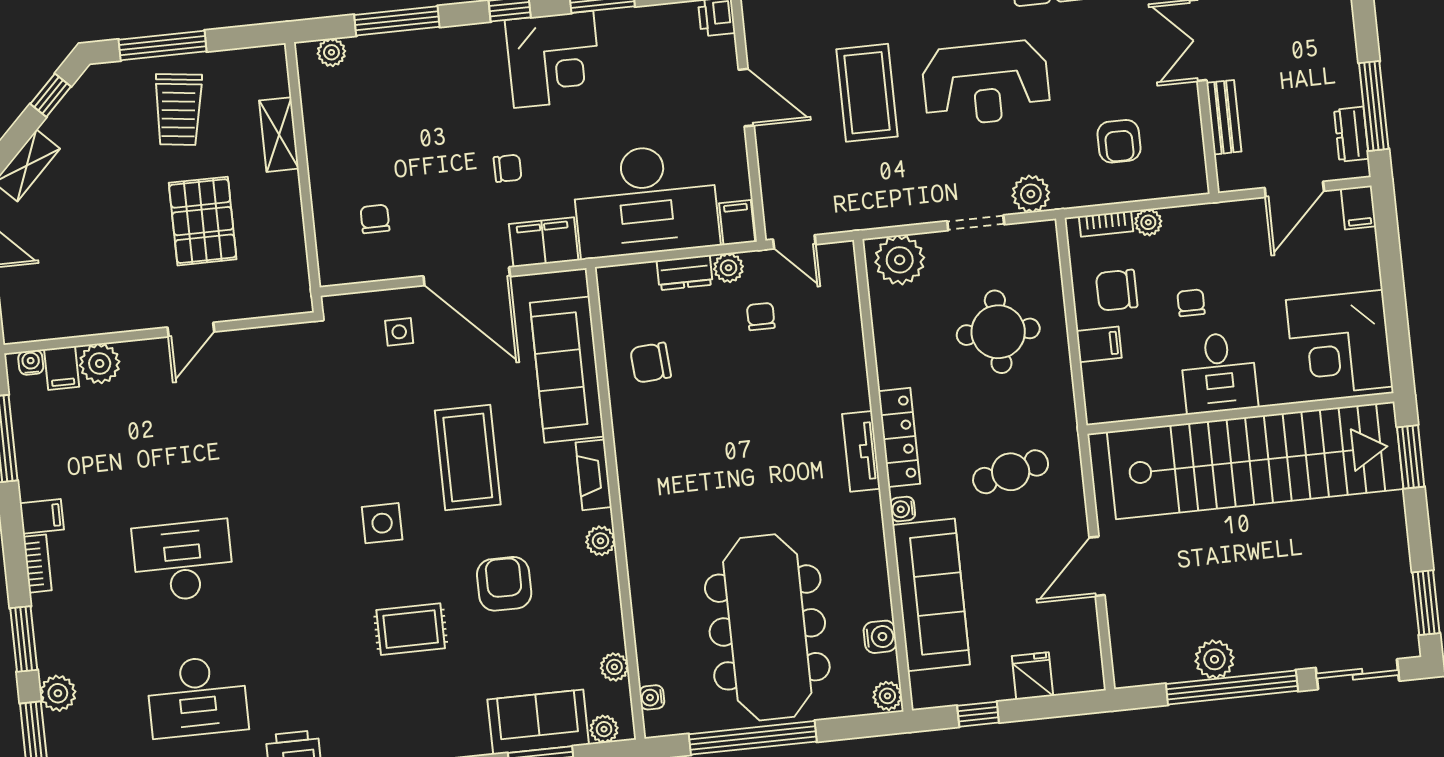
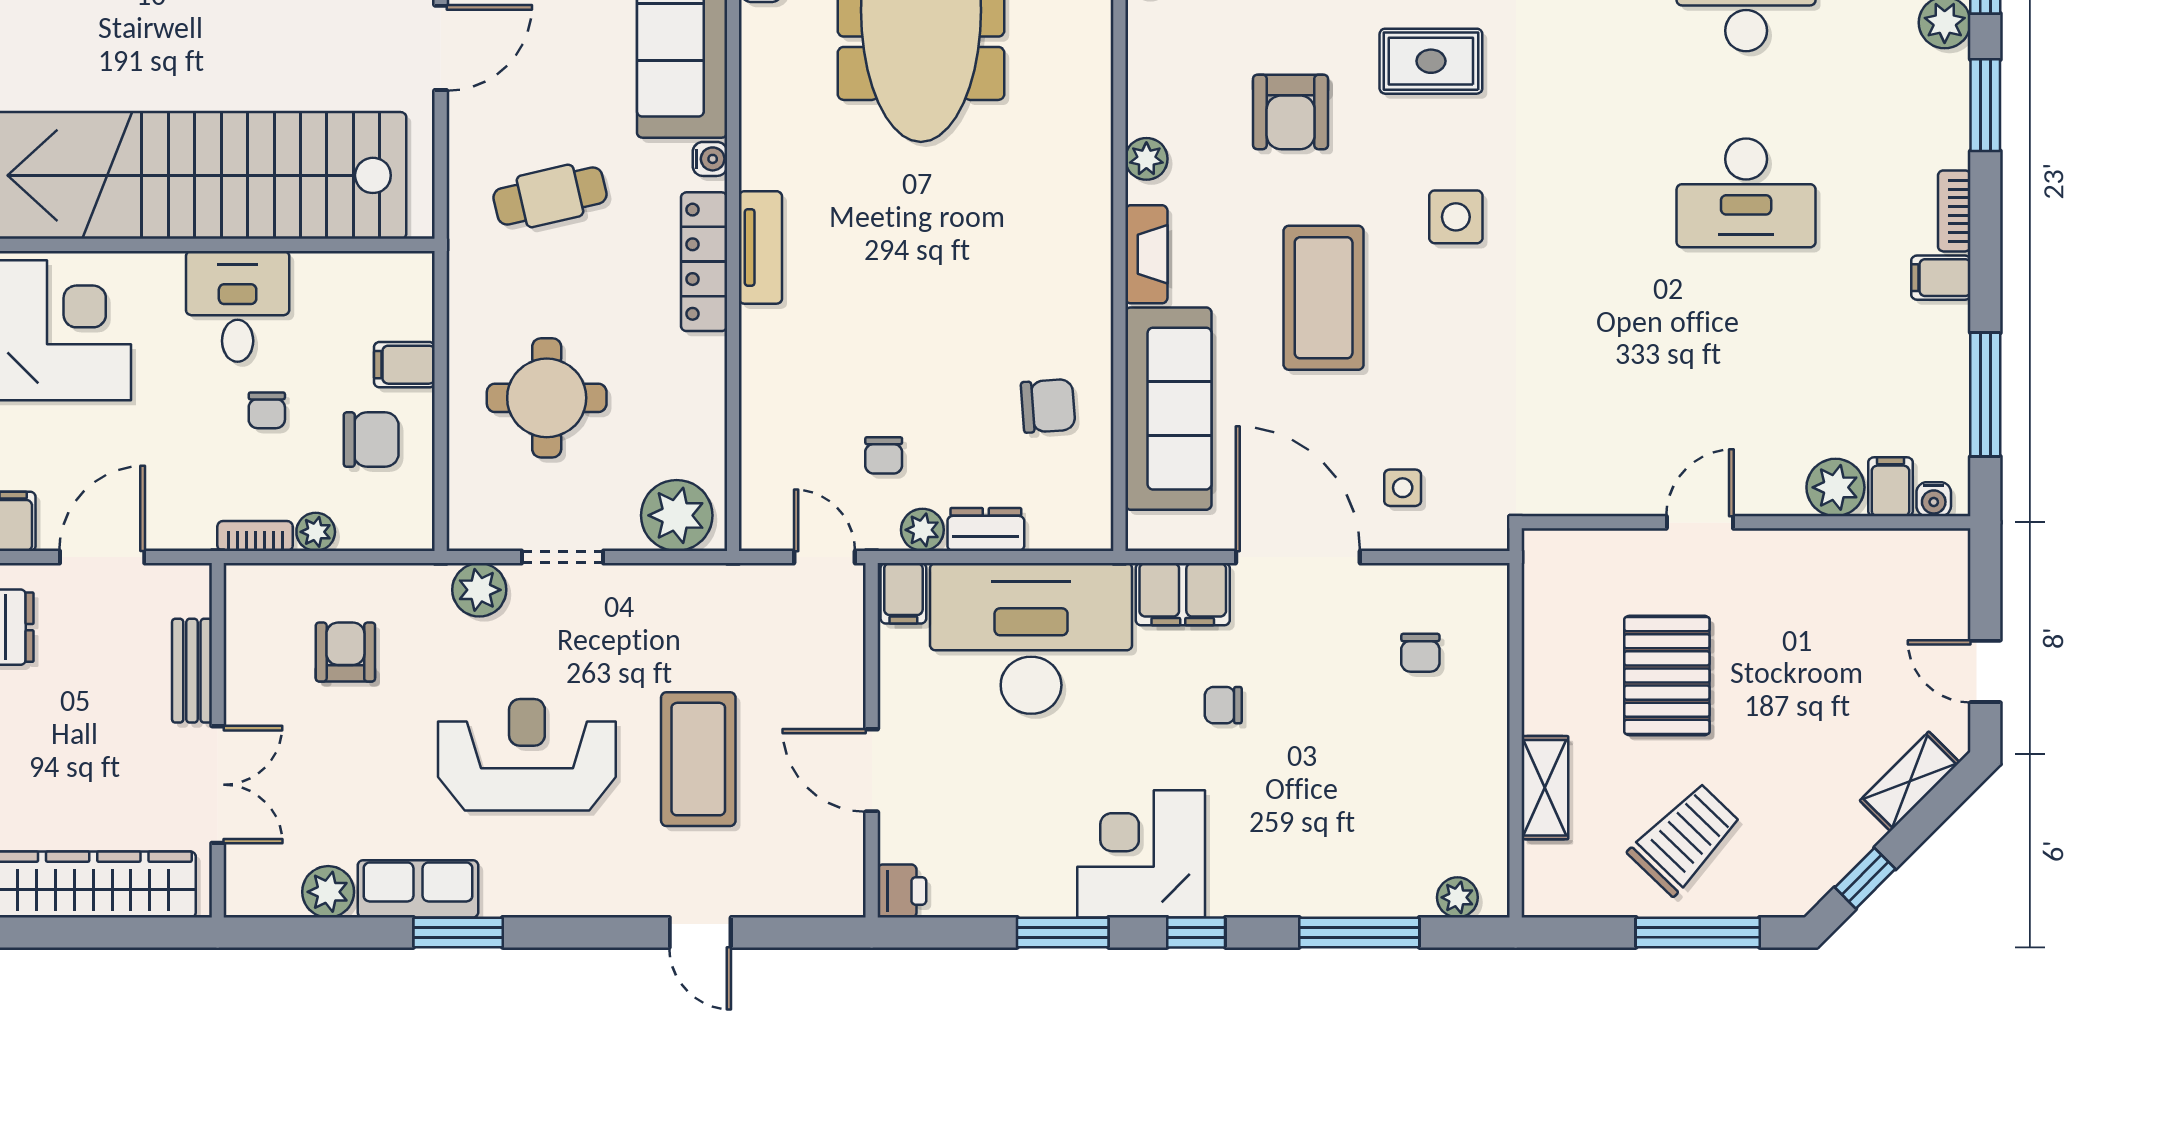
trolley: (178, 109) -> (1685, 839), turned 37
bookcase: (1106, 224) -> (255, 536), moved

